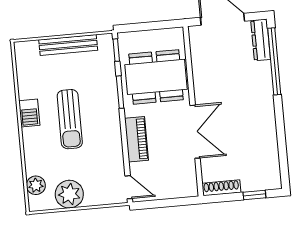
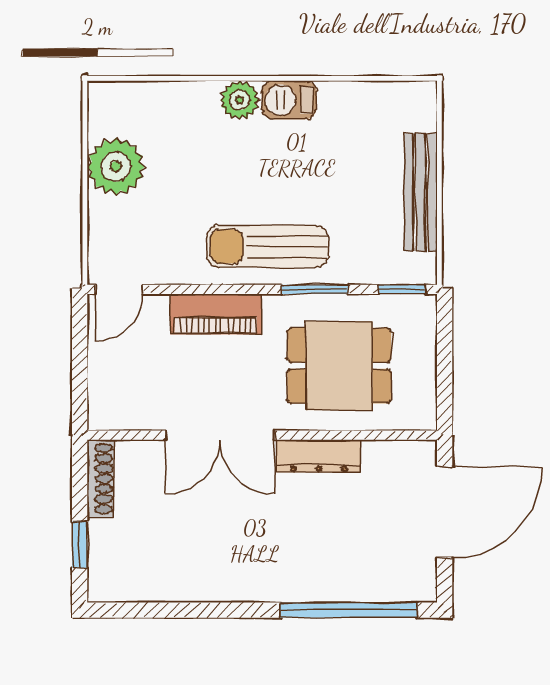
dresser: (261, 40) -> (319, 456), moved, turned 180
dining table: (156, 77) -> (339, 366), width x0.73
sun lounger: (70, 119) -> (267, 246), moved
plant: (36, 185) -> (240, 100), moved

